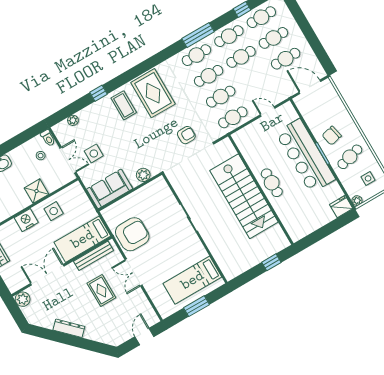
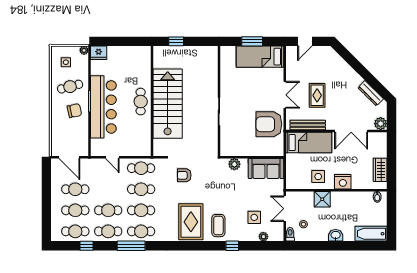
side table: (94, 153) -> (254, 217), moved
bed: (192, 280) -> (260, 57), moved, turned 180
dresser: (69, 328) -> (371, 93), moved

